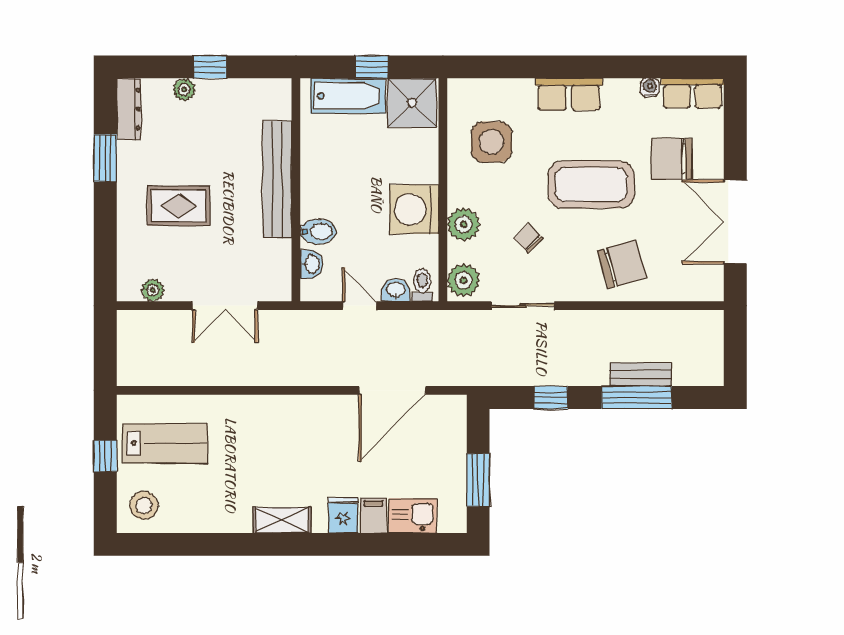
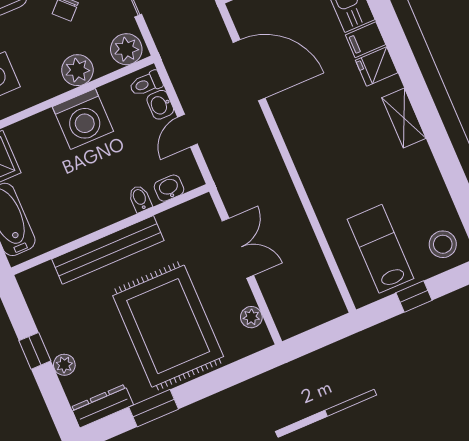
rug: (179, 206) -> (168, 326), width x1.86, depth x2.06
bidet: (318, 232) -> (140, 199), width x0.72, depth x0.74

